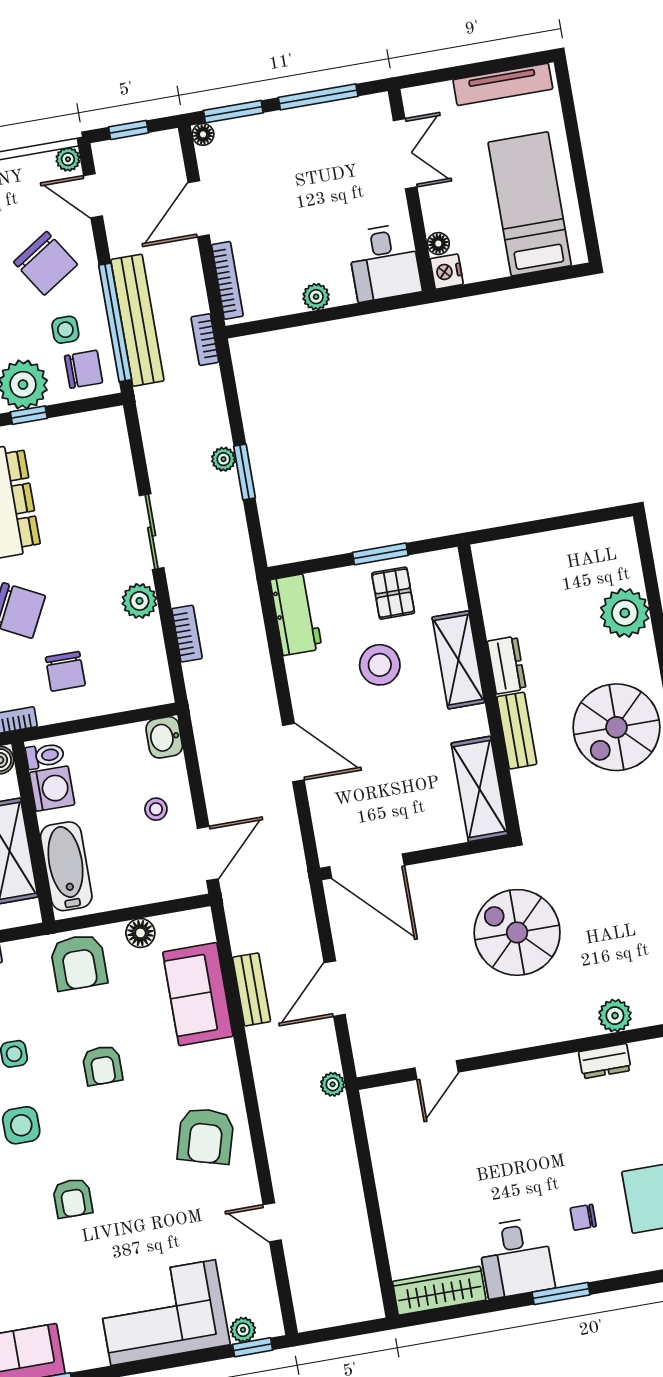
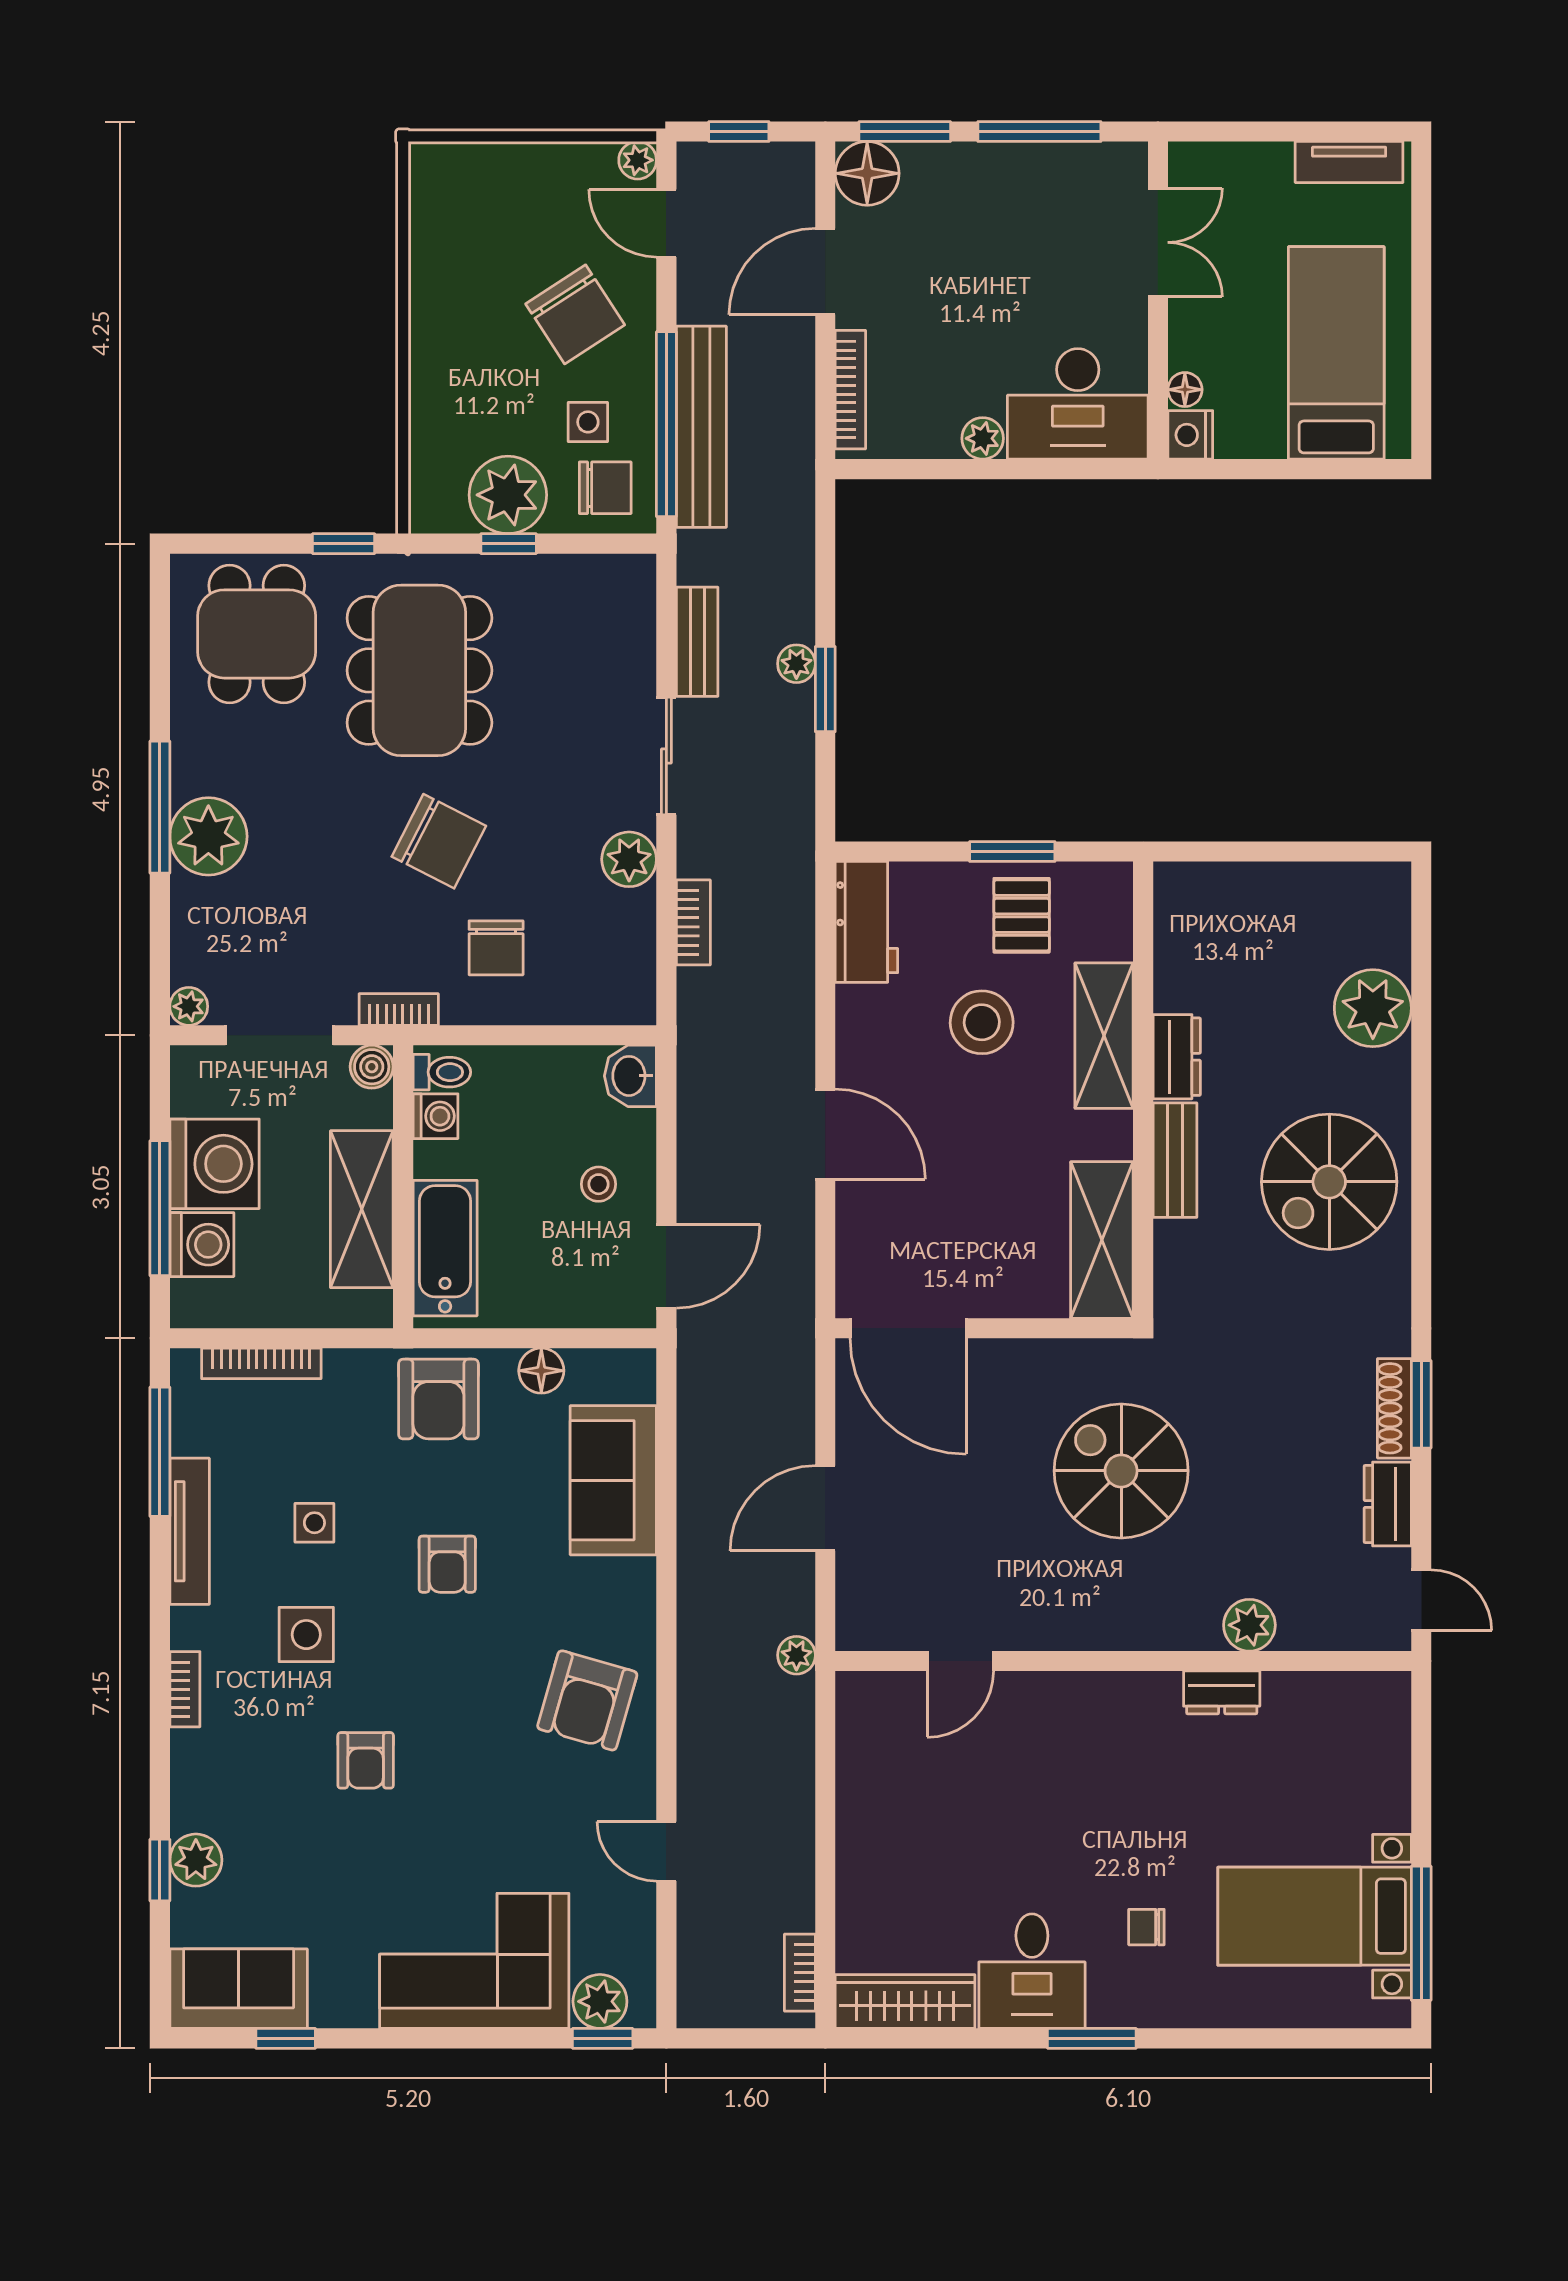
tv unit: (503, 84) -> (1349, 162), width x0.71
floor lamp: (203, 134) -> (867, 173), width x1.89, depth x1.89
desk: (384, 262) -> (1078, 404), width x1.37
bookcase: (205, 340) -> (800, 1973), moved
washing machine: (52, 789) -> (435, 1116), width x0.73, depth x0.73
bench: (252, 989) -> (697, 642), moved
plant: (243, 1330) -> (600, 2001), width x1.38, depth x1.38

